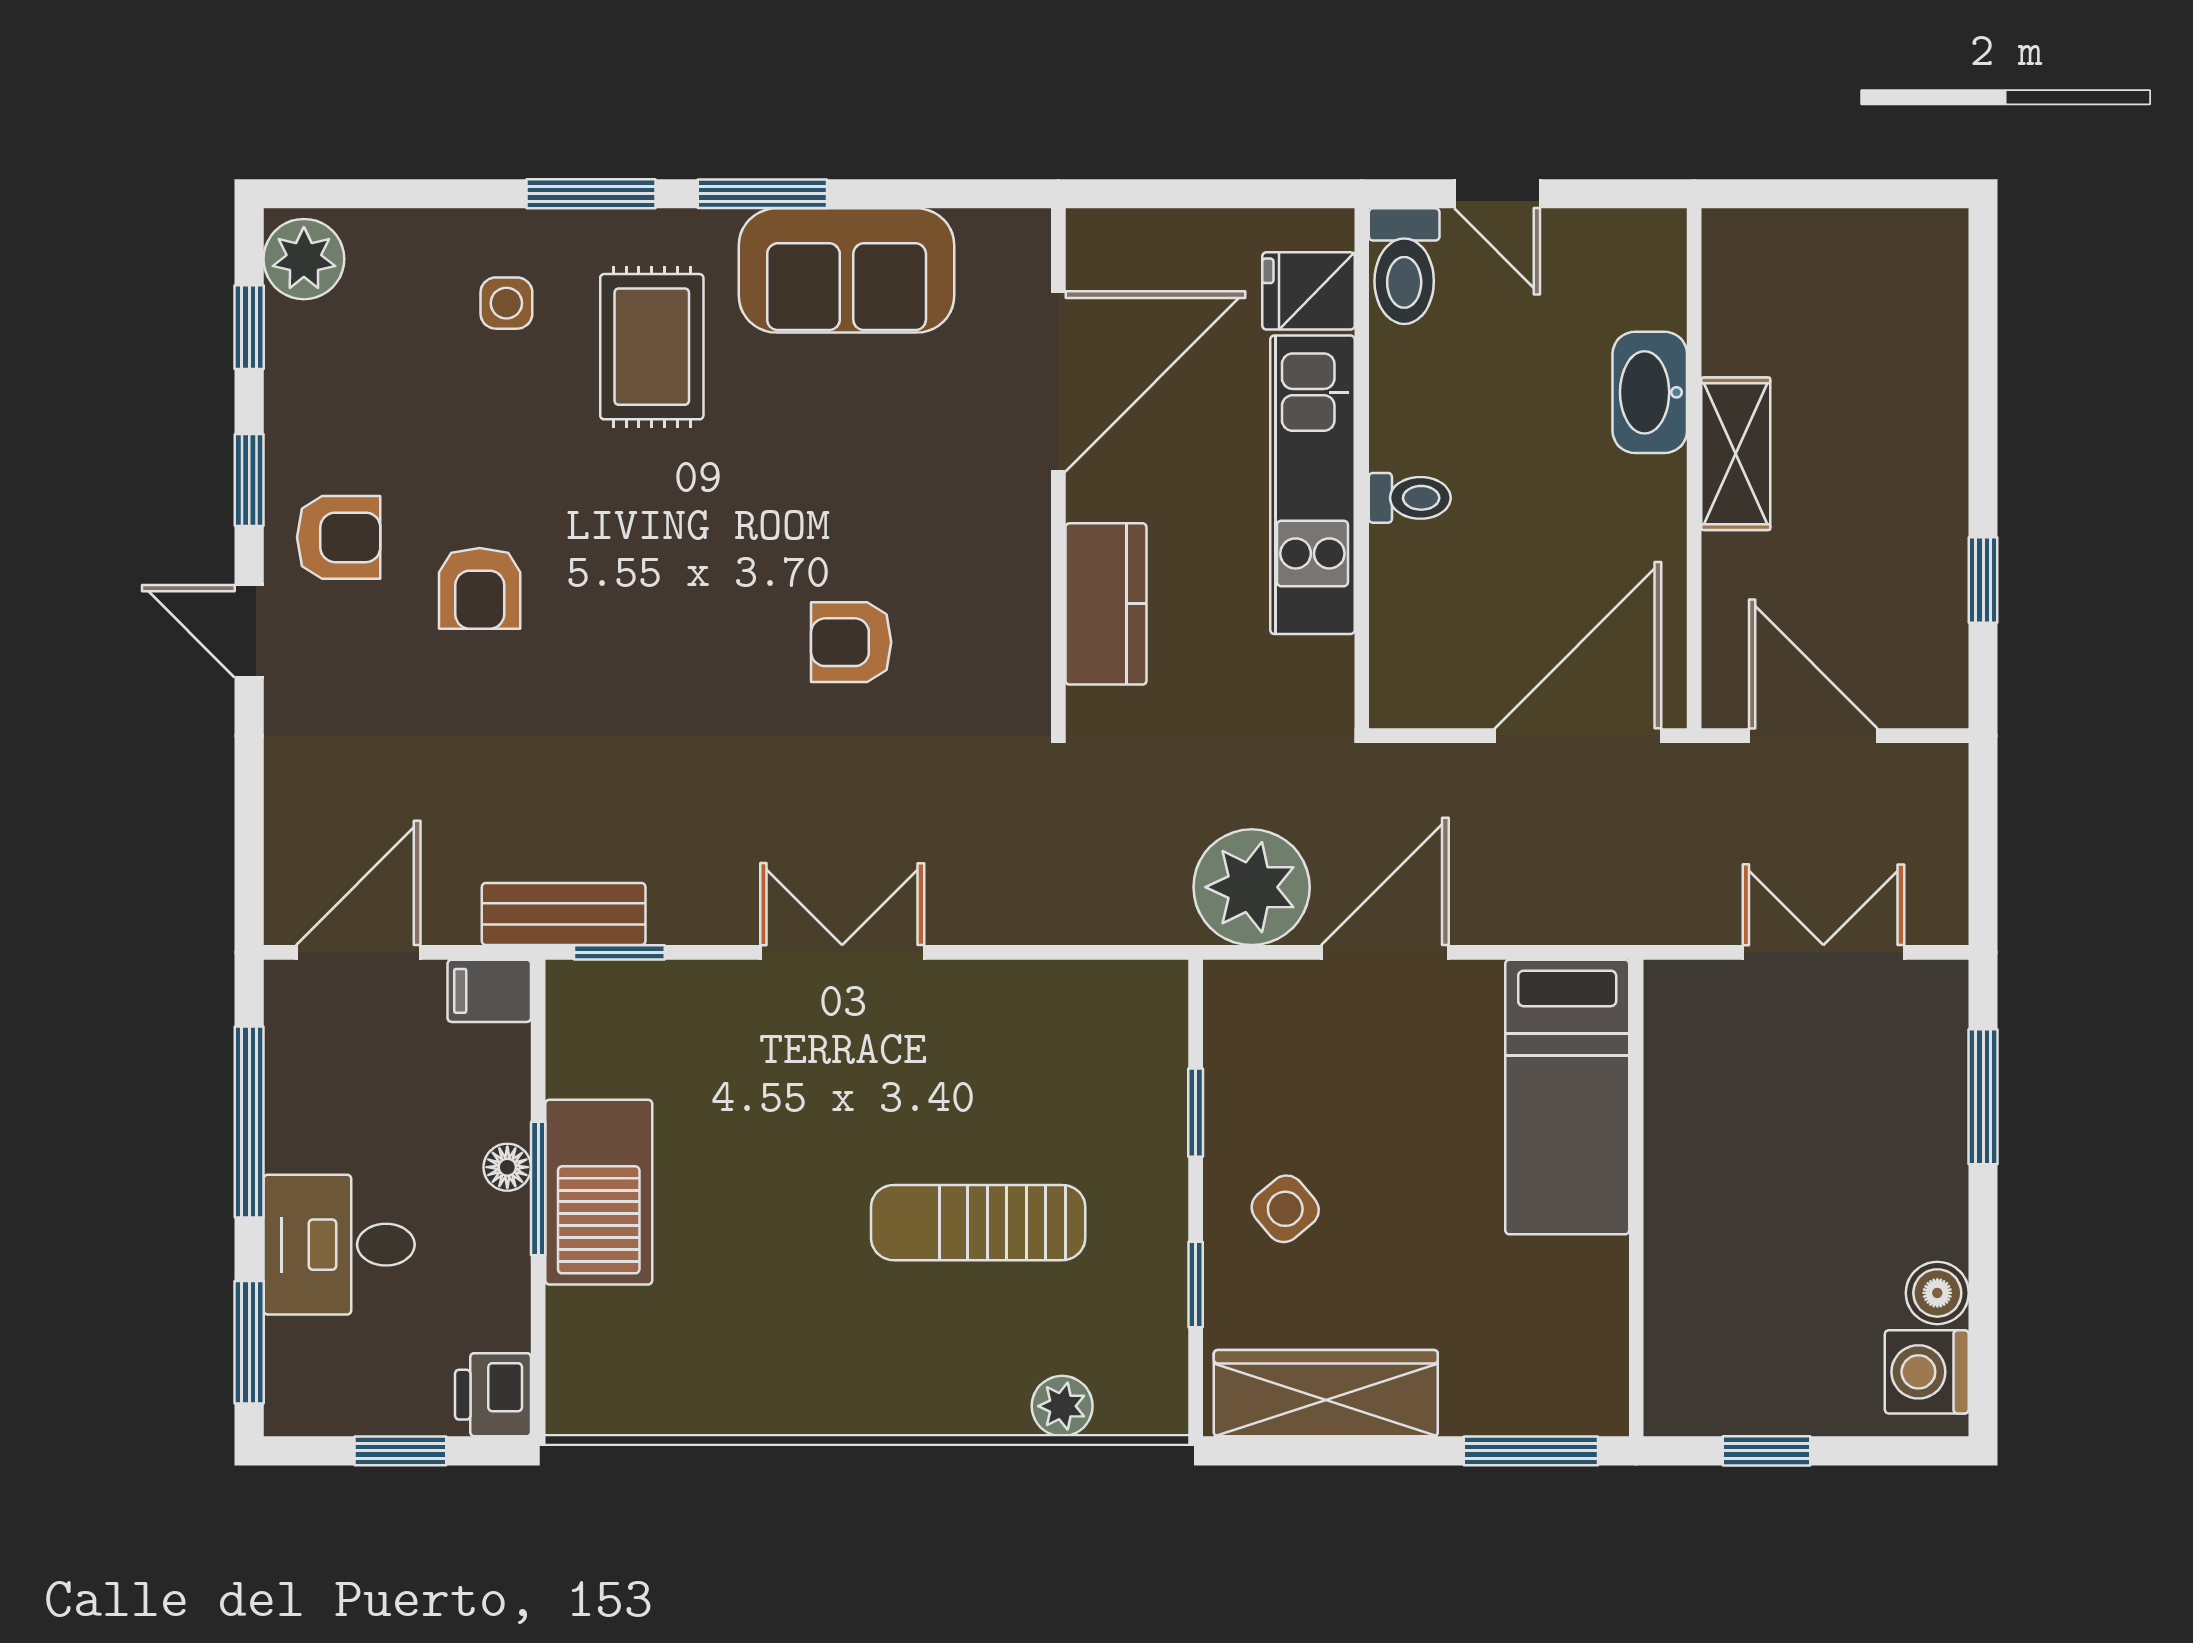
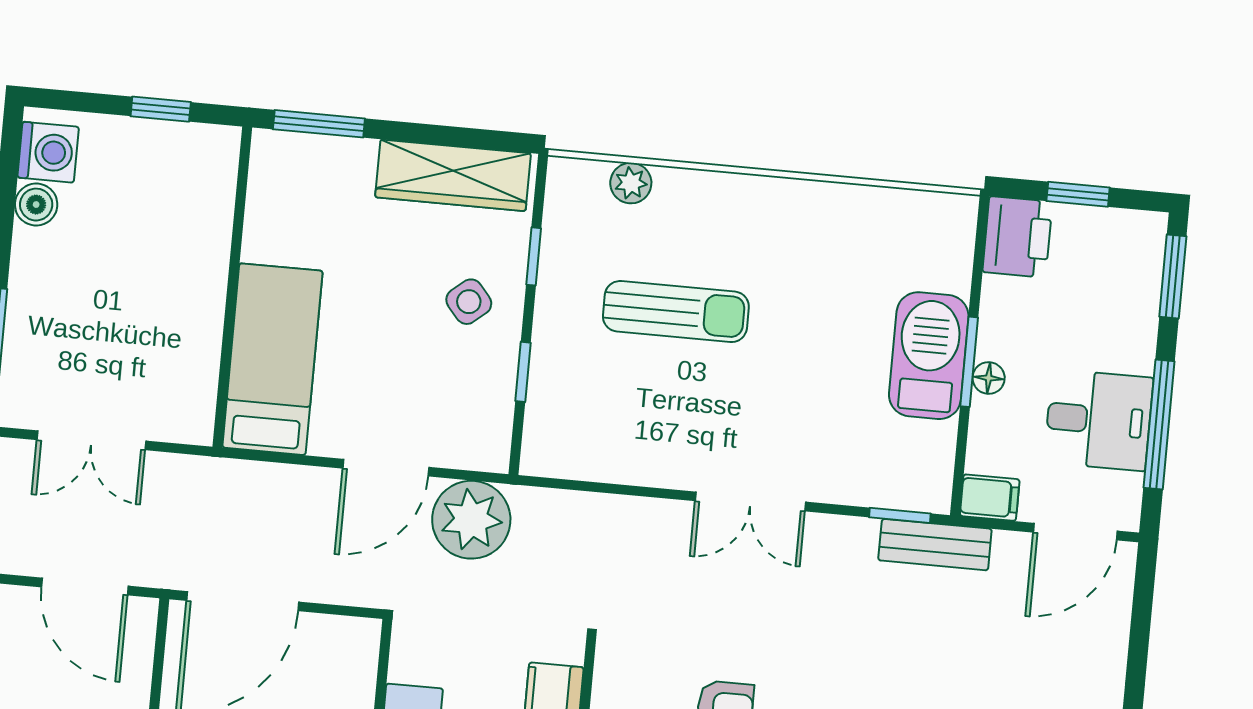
desk: (339, 1245) -> (1099, 420), moved
printer: (493, 1395) -> (1017, 237), width x1.36, depth x1.24

